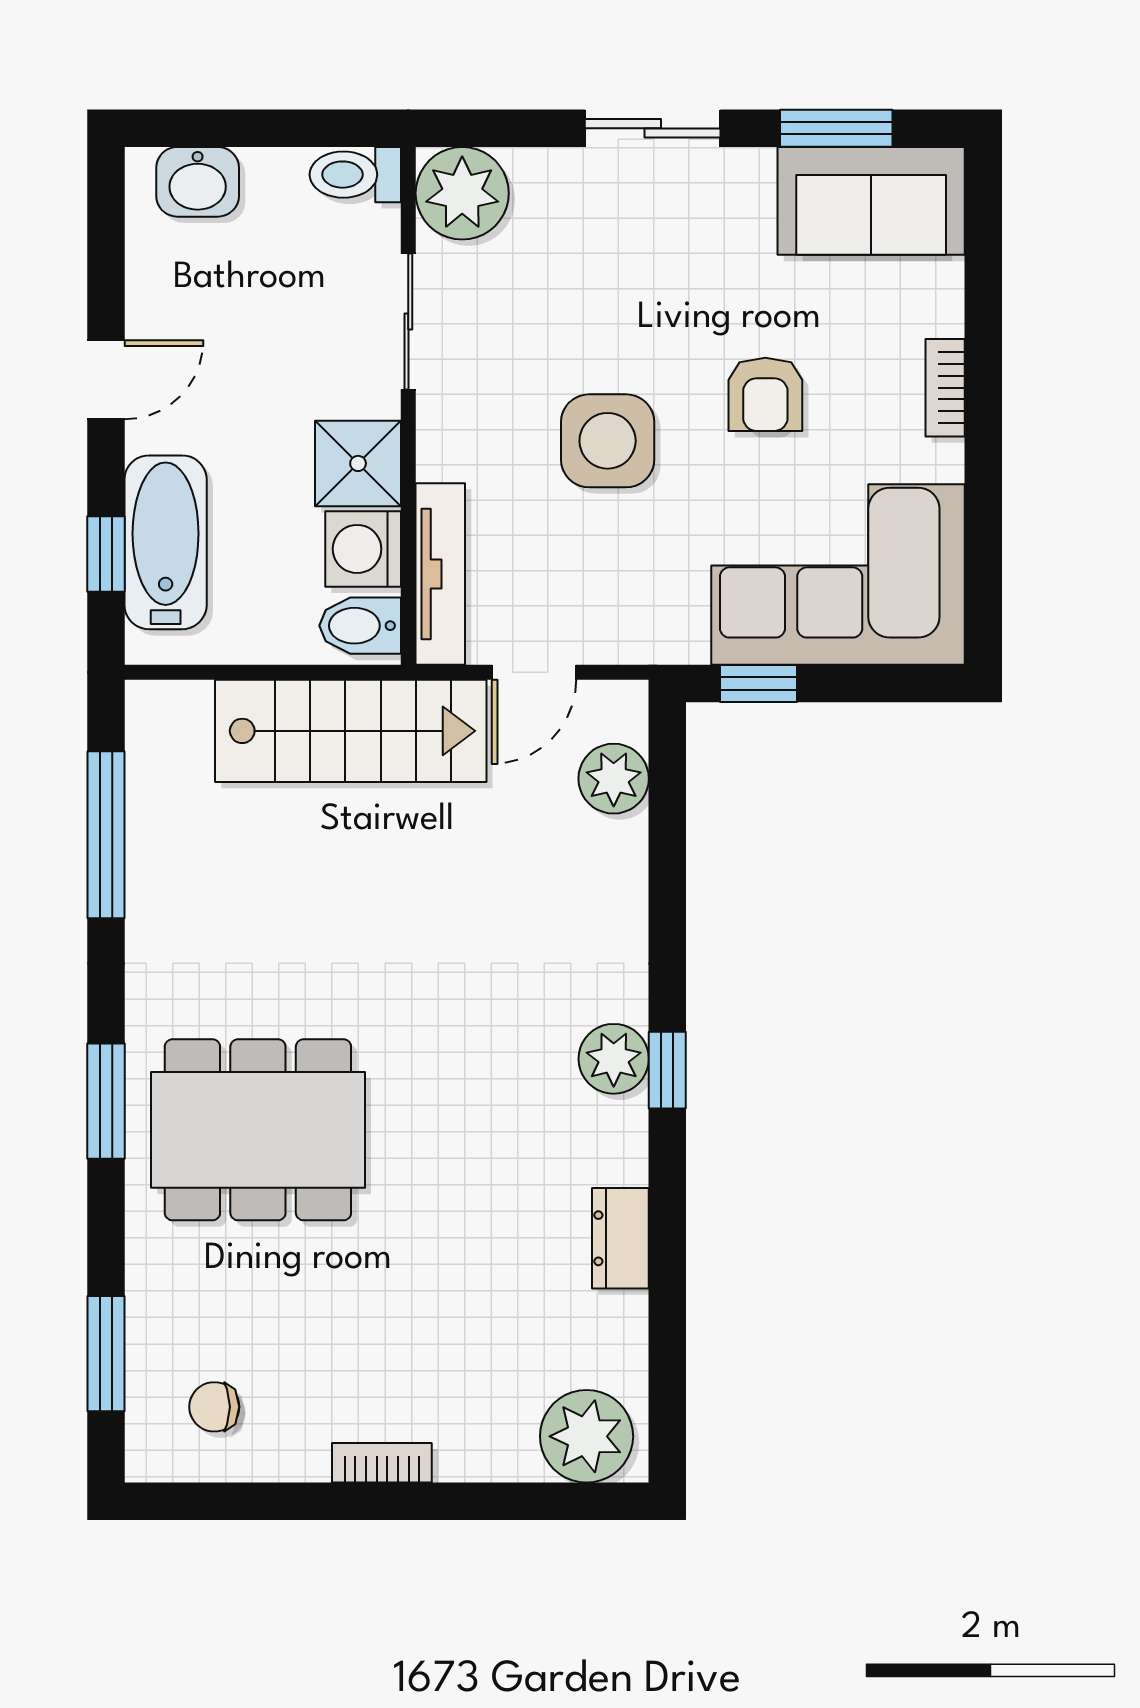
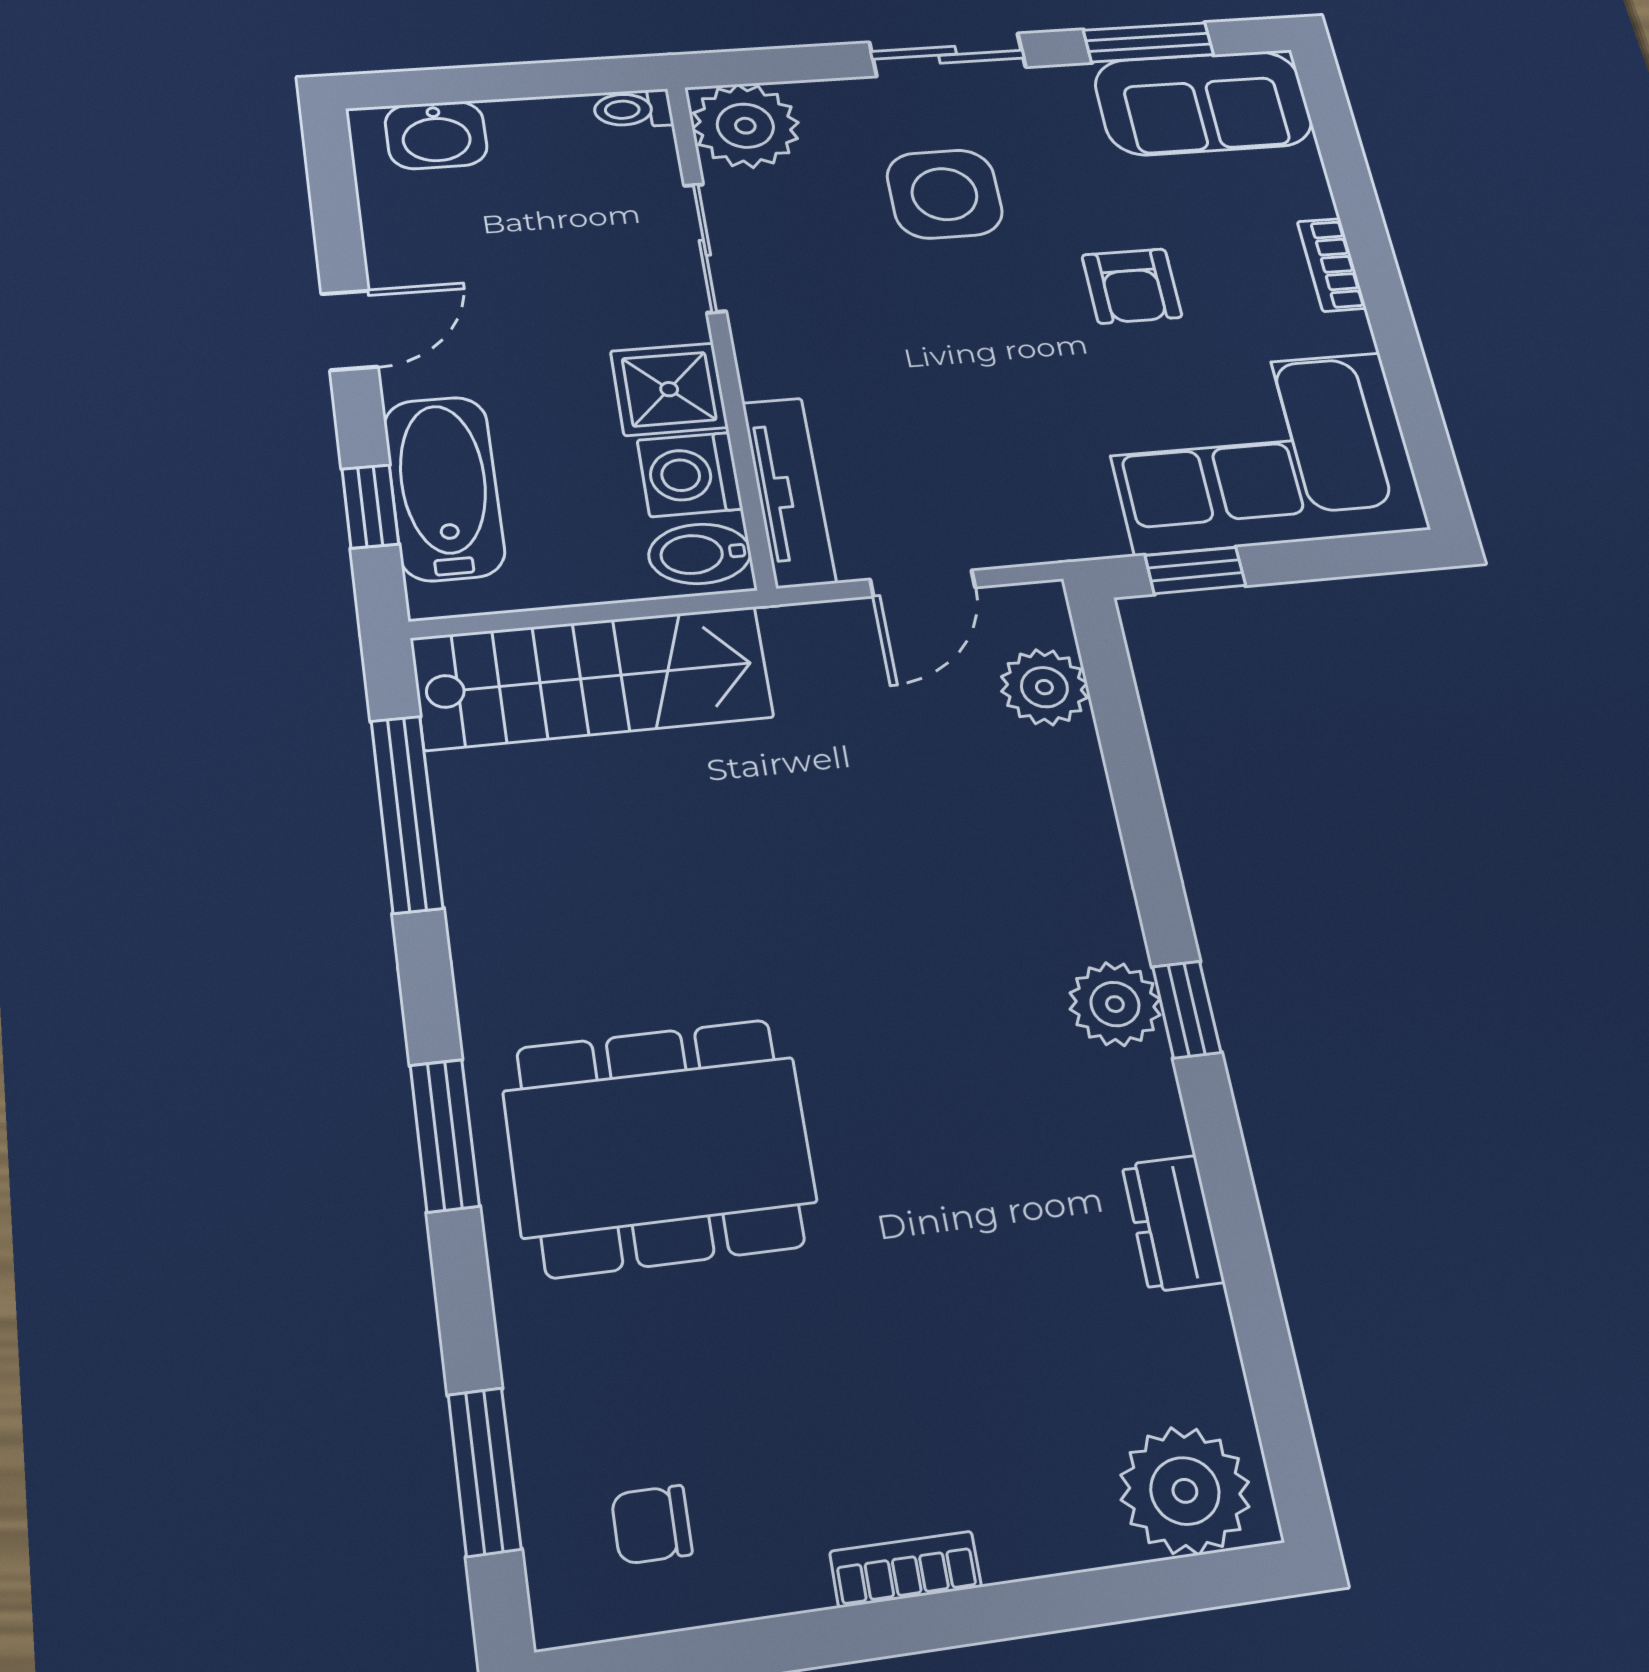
toilet: (355, 175) -> (633, 109), width x0.73, depth x0.72
side table: (608, 441) -> (945, 194), moved
stairs: (351, 731) -> (592, 678), moved

